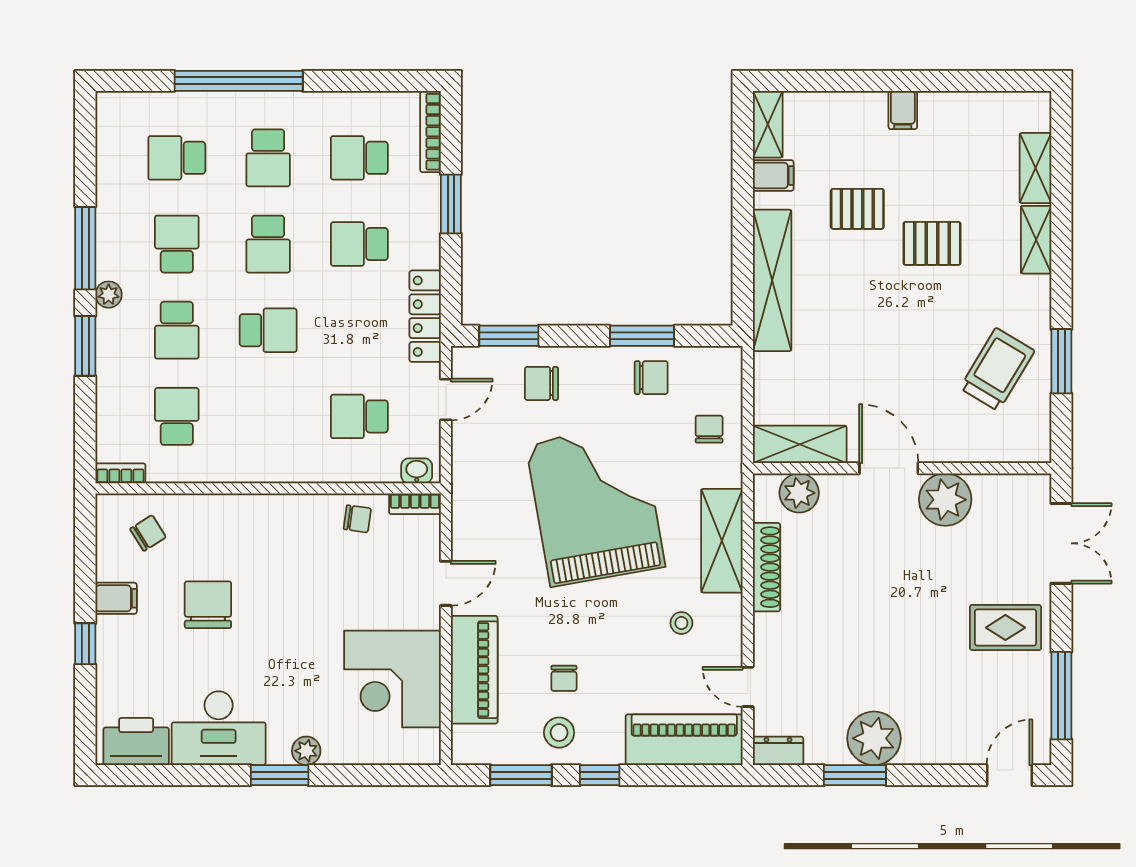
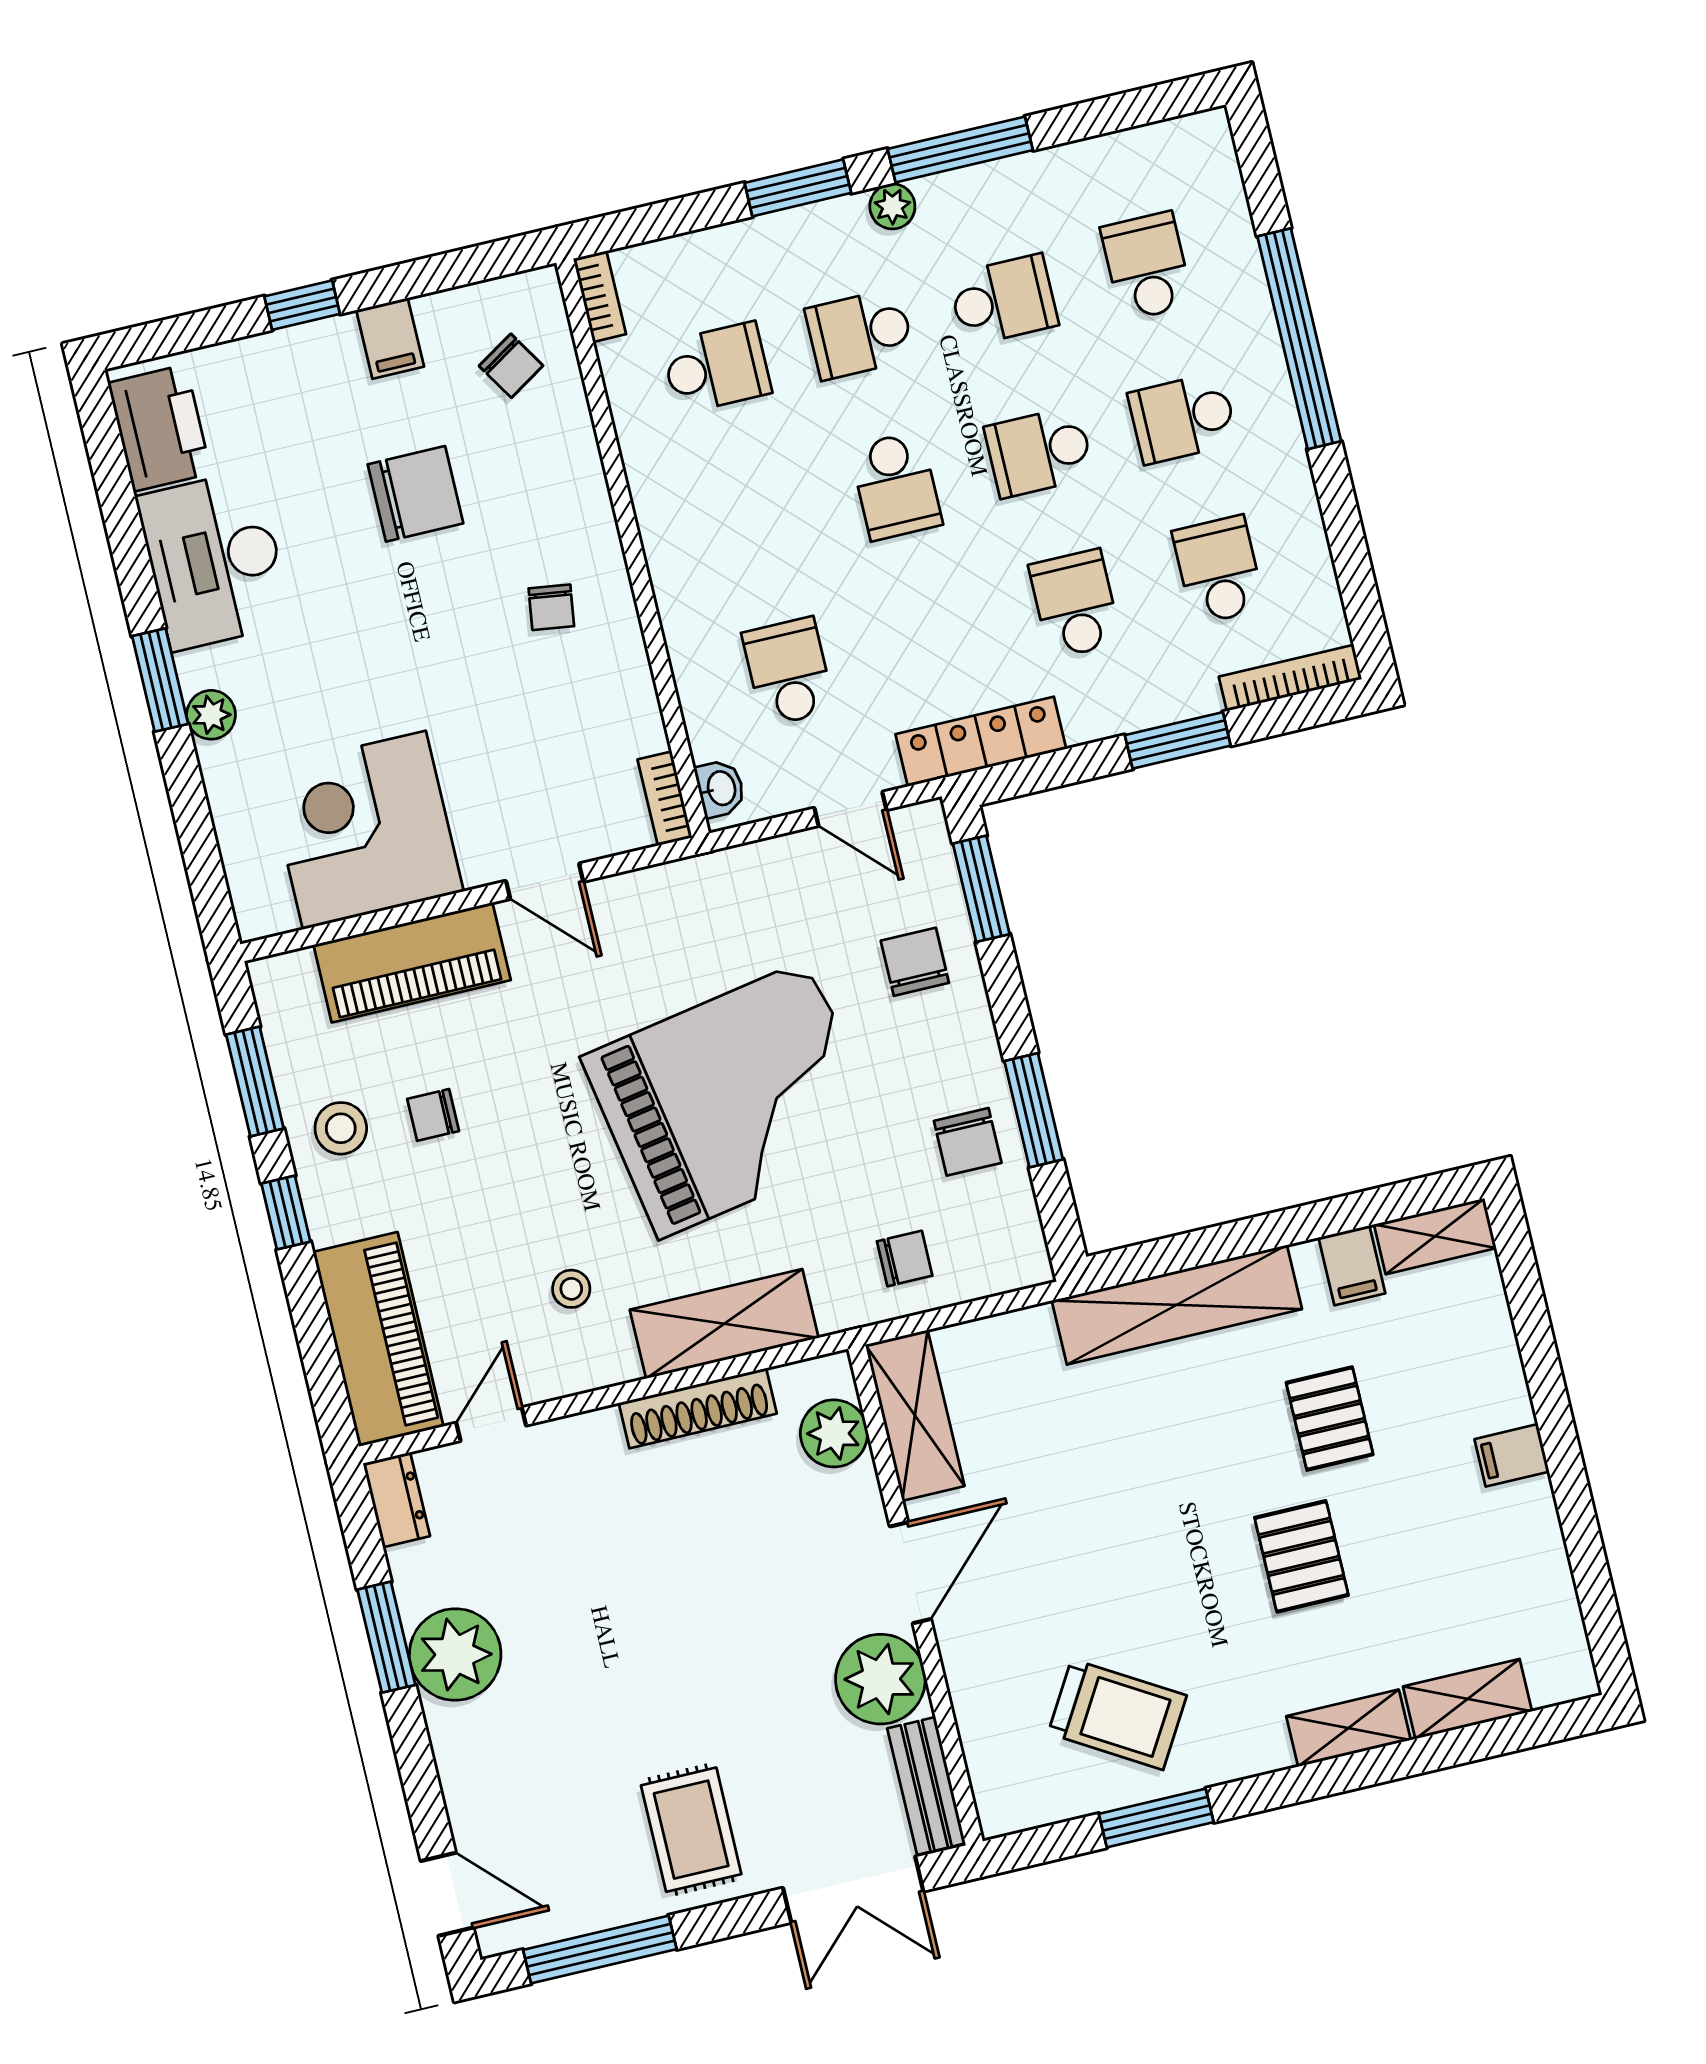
bench: (1012, 488) -> (926, 1786), added
chair: (357, 519) -> (551, 607), moved

